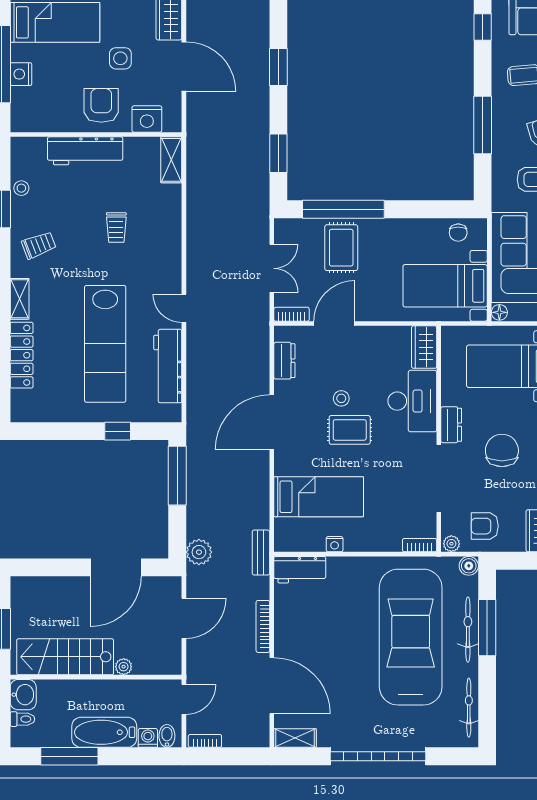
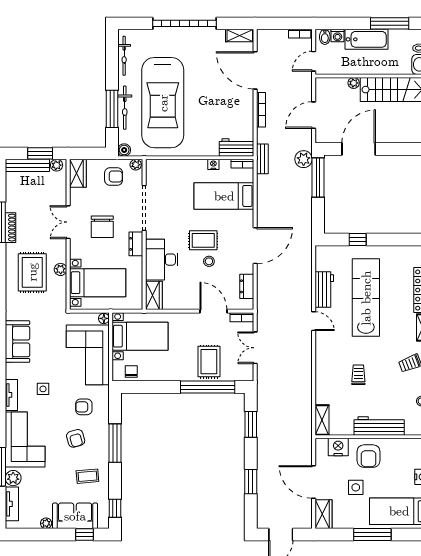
door: (334, 323) -> (213, 311), swing flipped
workbench: (168, 366) -> (324, 289), width x0.73
window: (177, 476) -> (318, 177), moved
bookcase: (420, 545) -> (242, 164), moved

